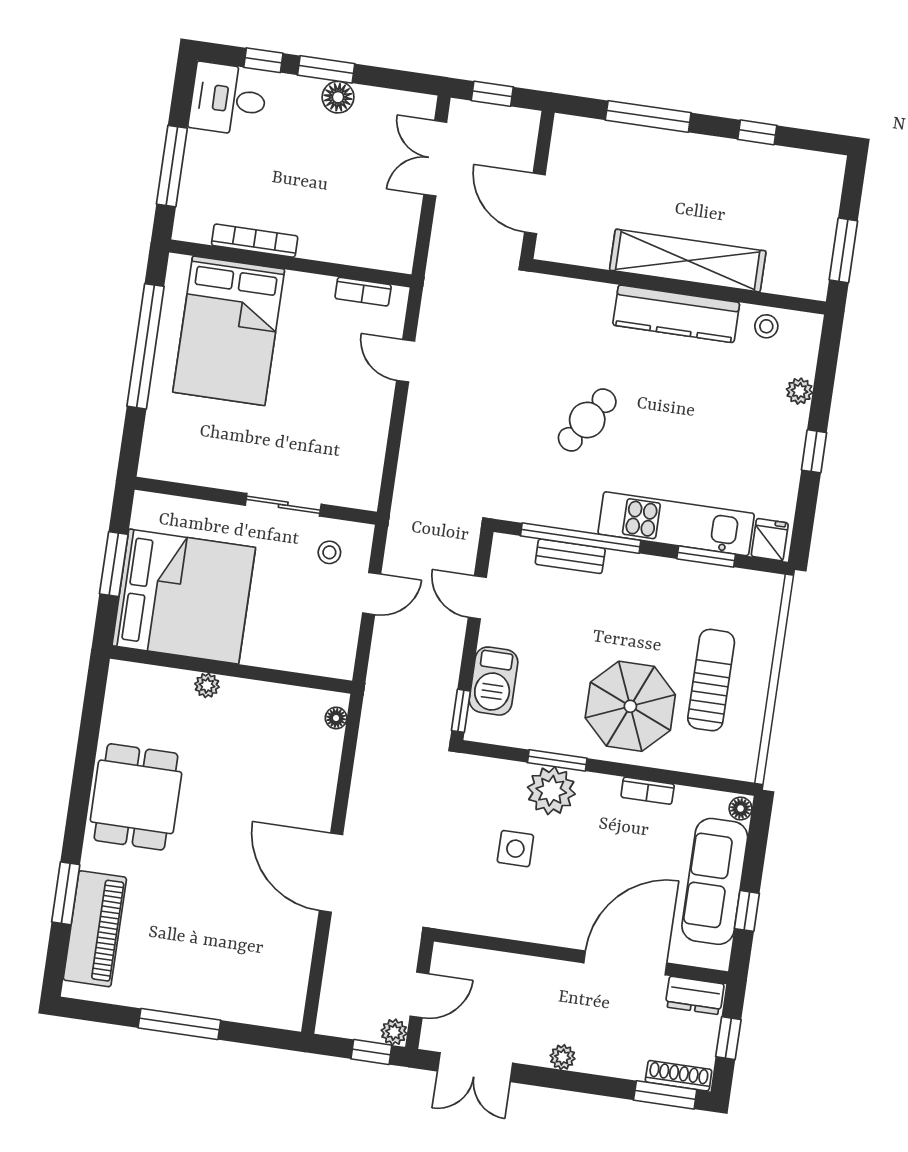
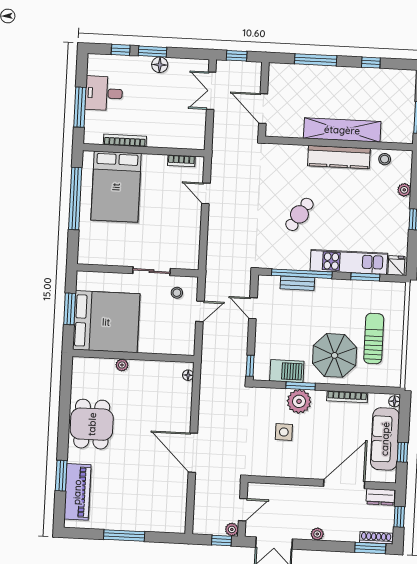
desk: (228, 99) -> (104, 93), moved
barbecue: (494, 681) -> (287, 371), moved, turned -90
bookcase: (648, 791) -> (347, 397), width x1.56

